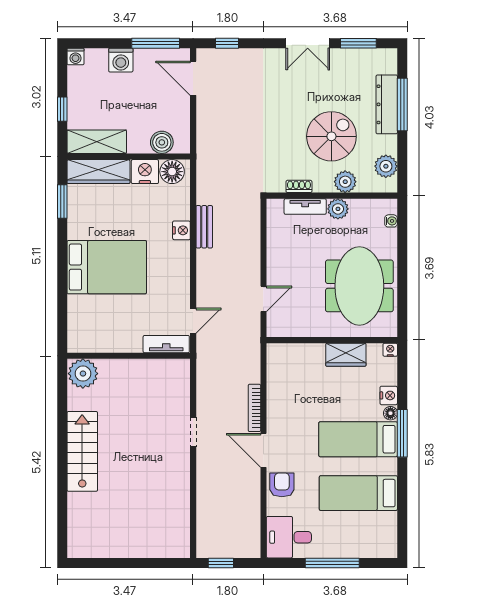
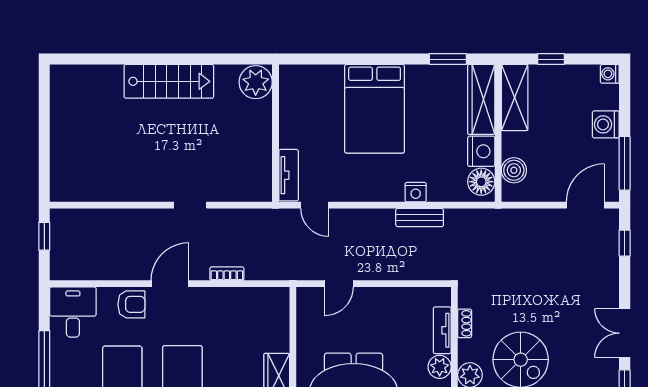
door: (263, 299) -> (339, 284), hinge flipped
bookcase: (254, 408) -> (227, 274), width x0.64

